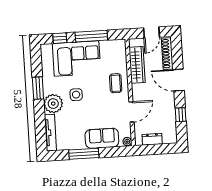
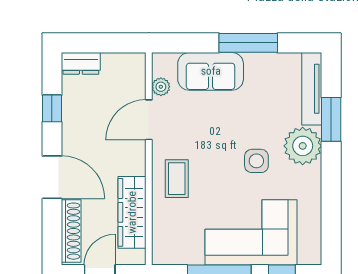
window: (38, 88) -> (331, 119), moved
dresser: (152, 139) -> (81, 63), moved
plant: (127, 142) -> (161, 87), moved

